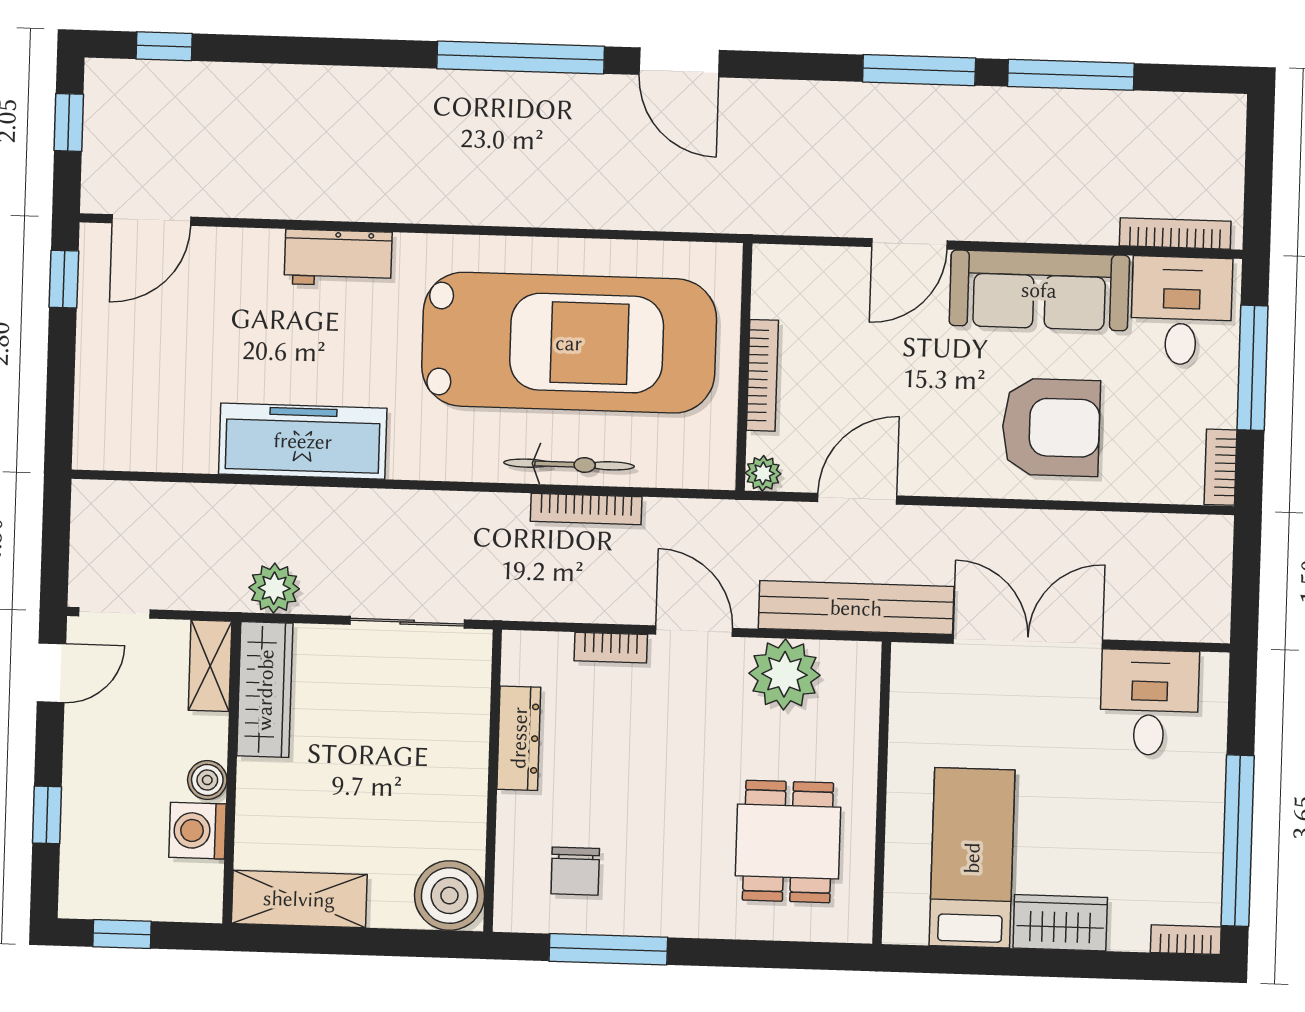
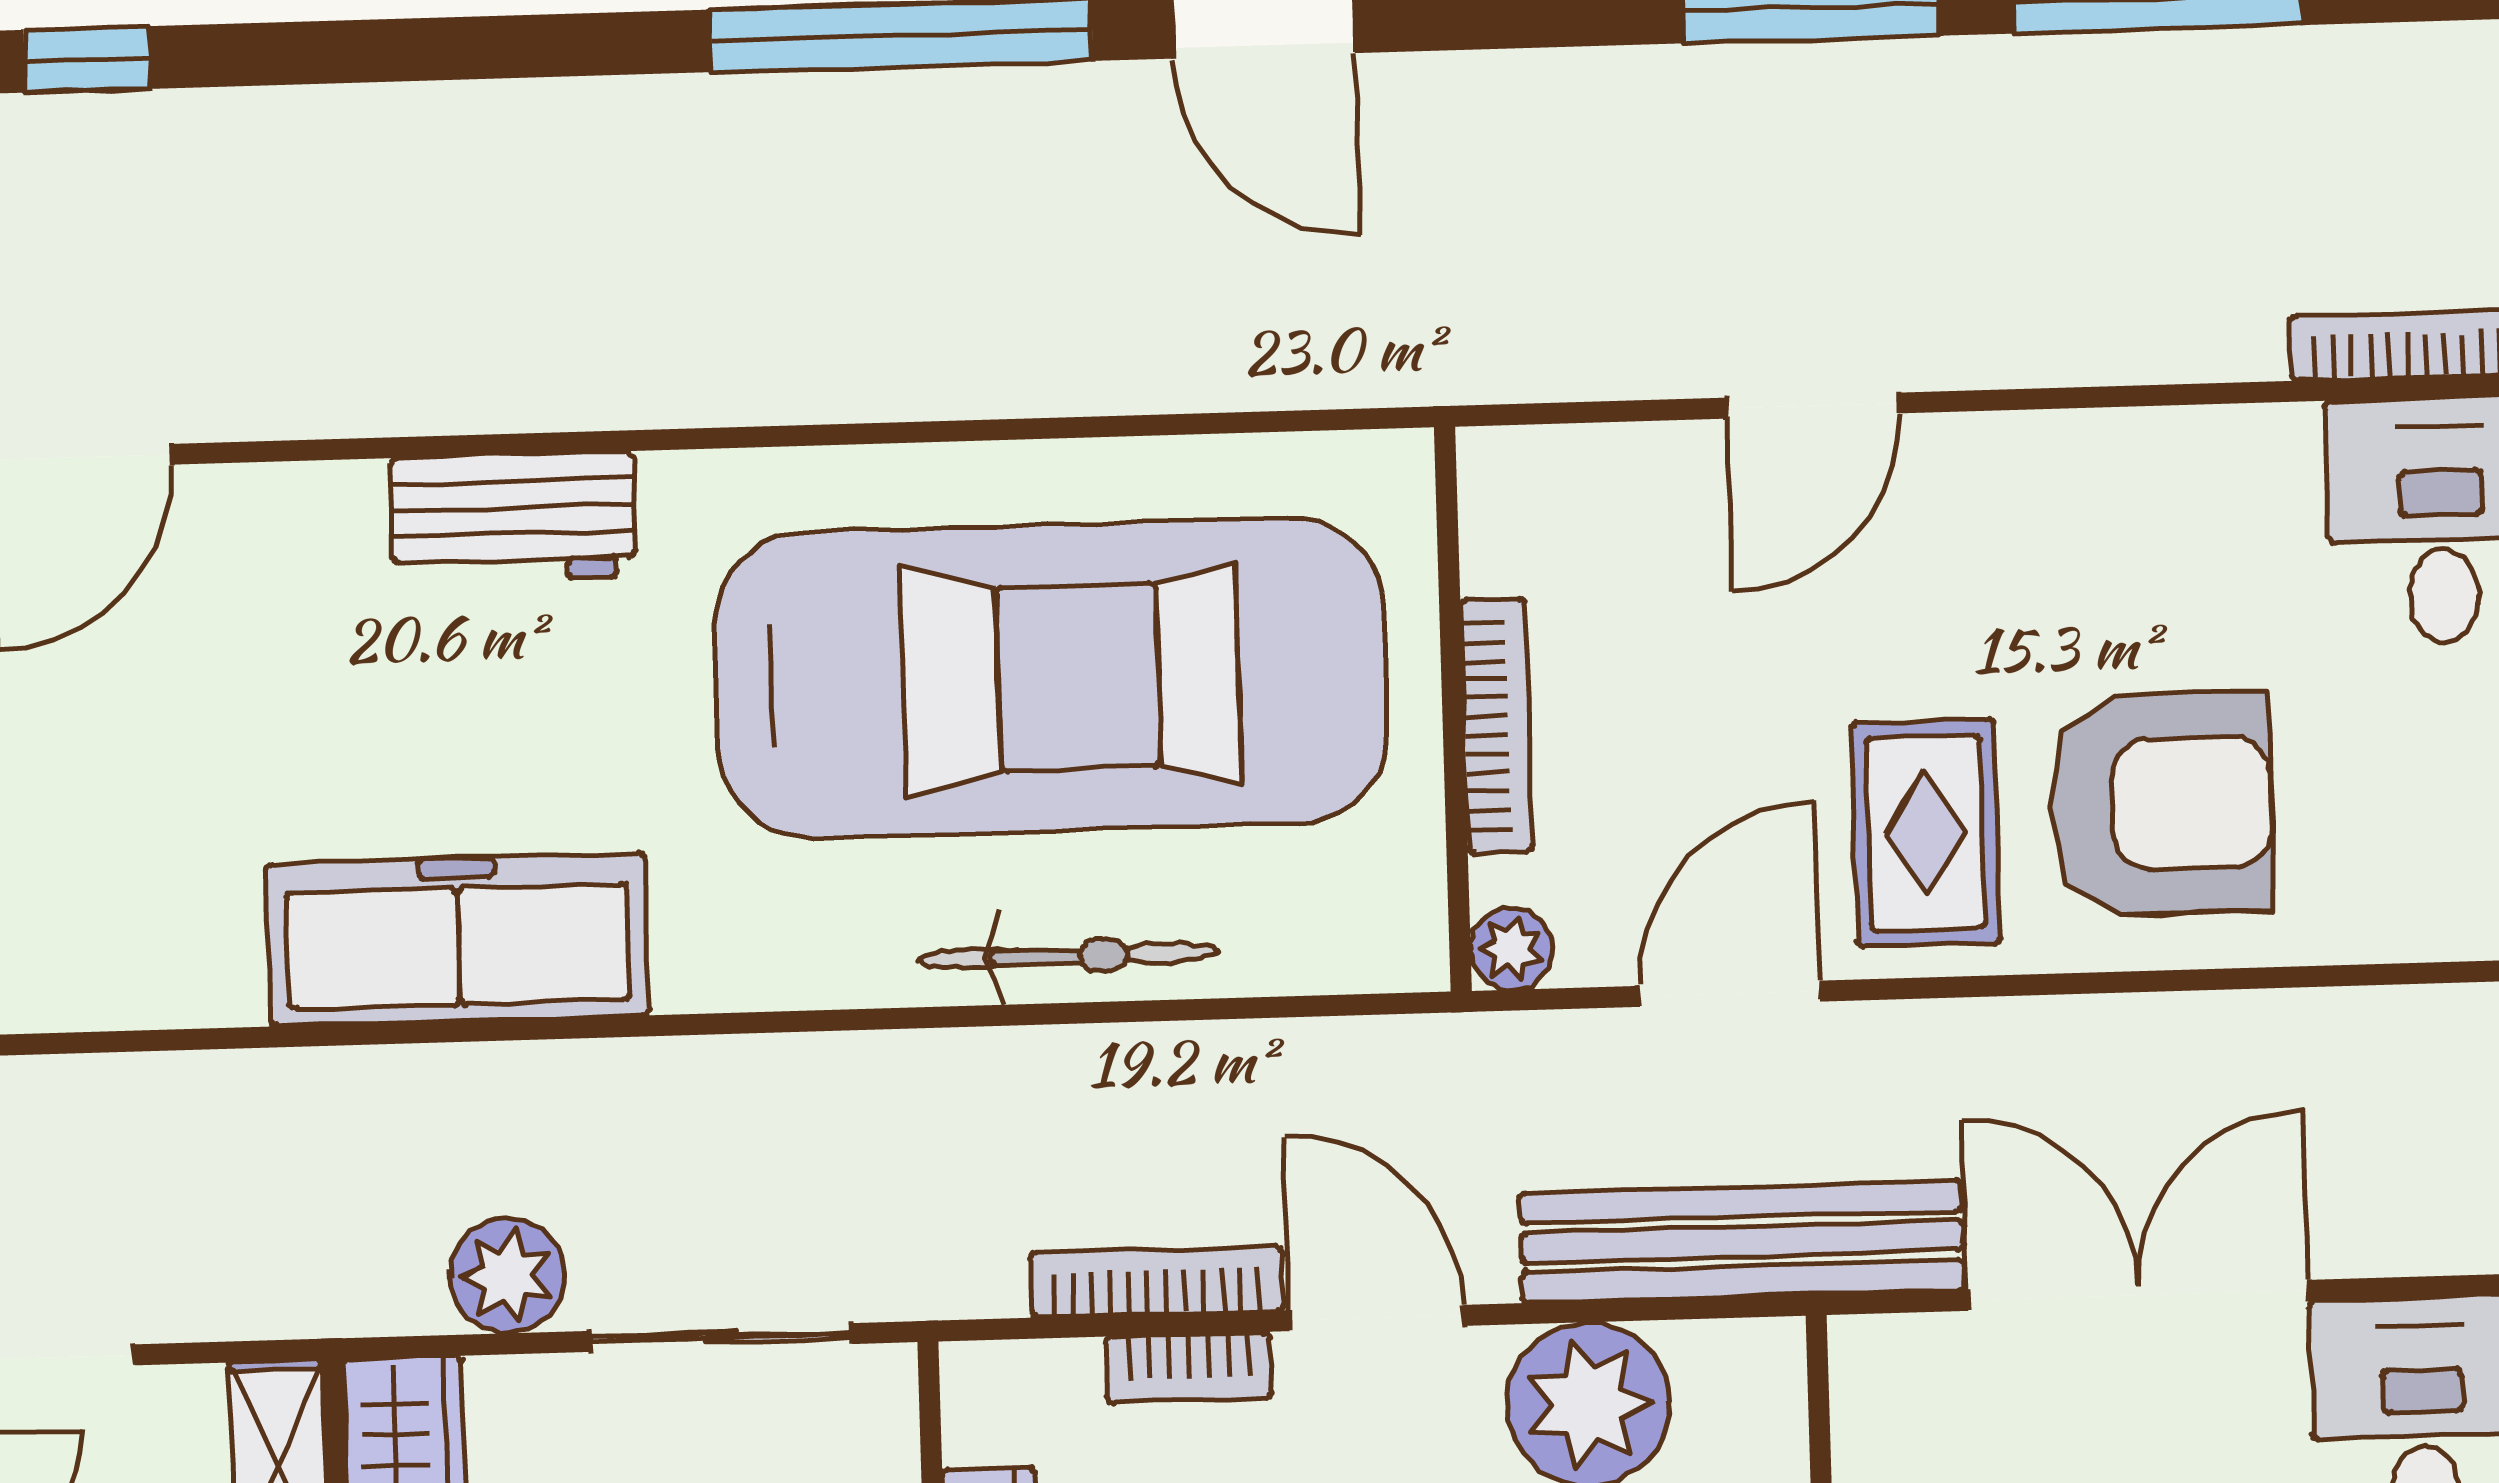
sofa: (1039, 290) -> (2116, 494), removed
rug: (947, 434) -> (1926, 833), added
bookcase: (586, 509) -> (1156, 1282), moved, turned 180
plant: (274, 588) -> (507, 1276), moved

